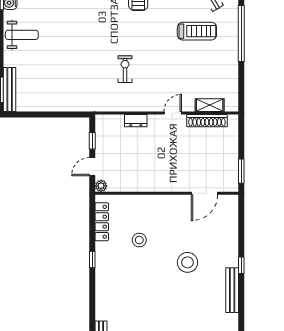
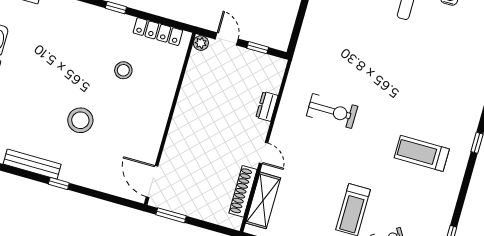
exercise bike: (125, 69) -> (332, 111), width x1.38, depth x1.39
shelving: (210, 105) -> (263, 200), width x1.50, depth x1.33
door: (204, 193) -> (152, 181), moved

